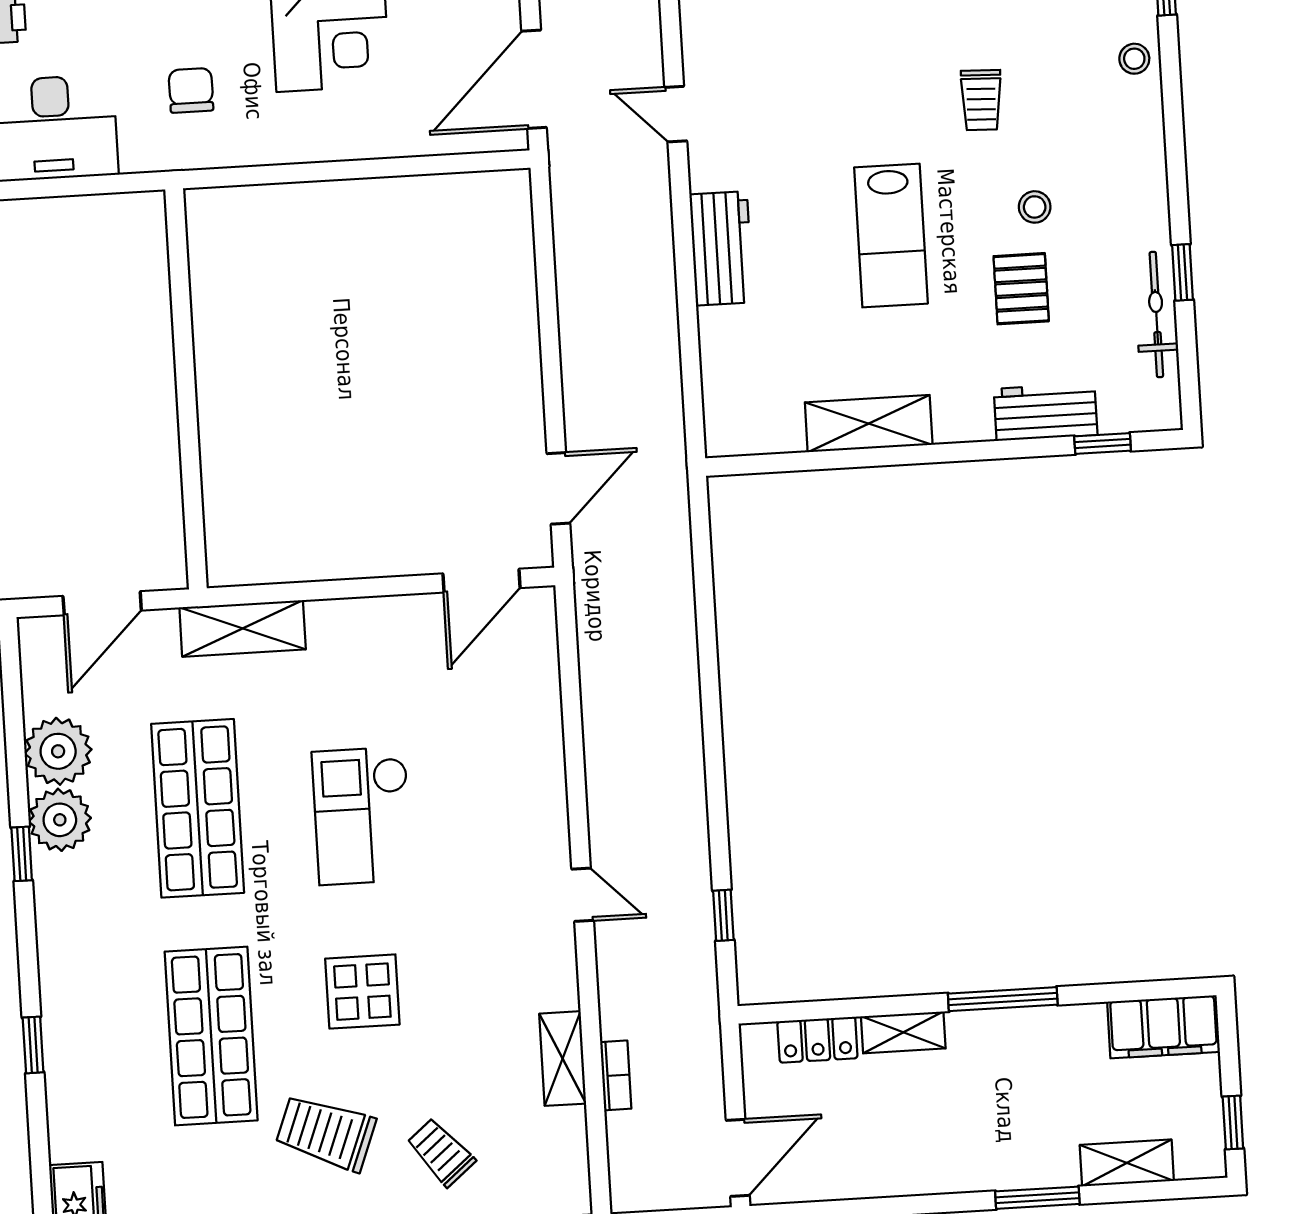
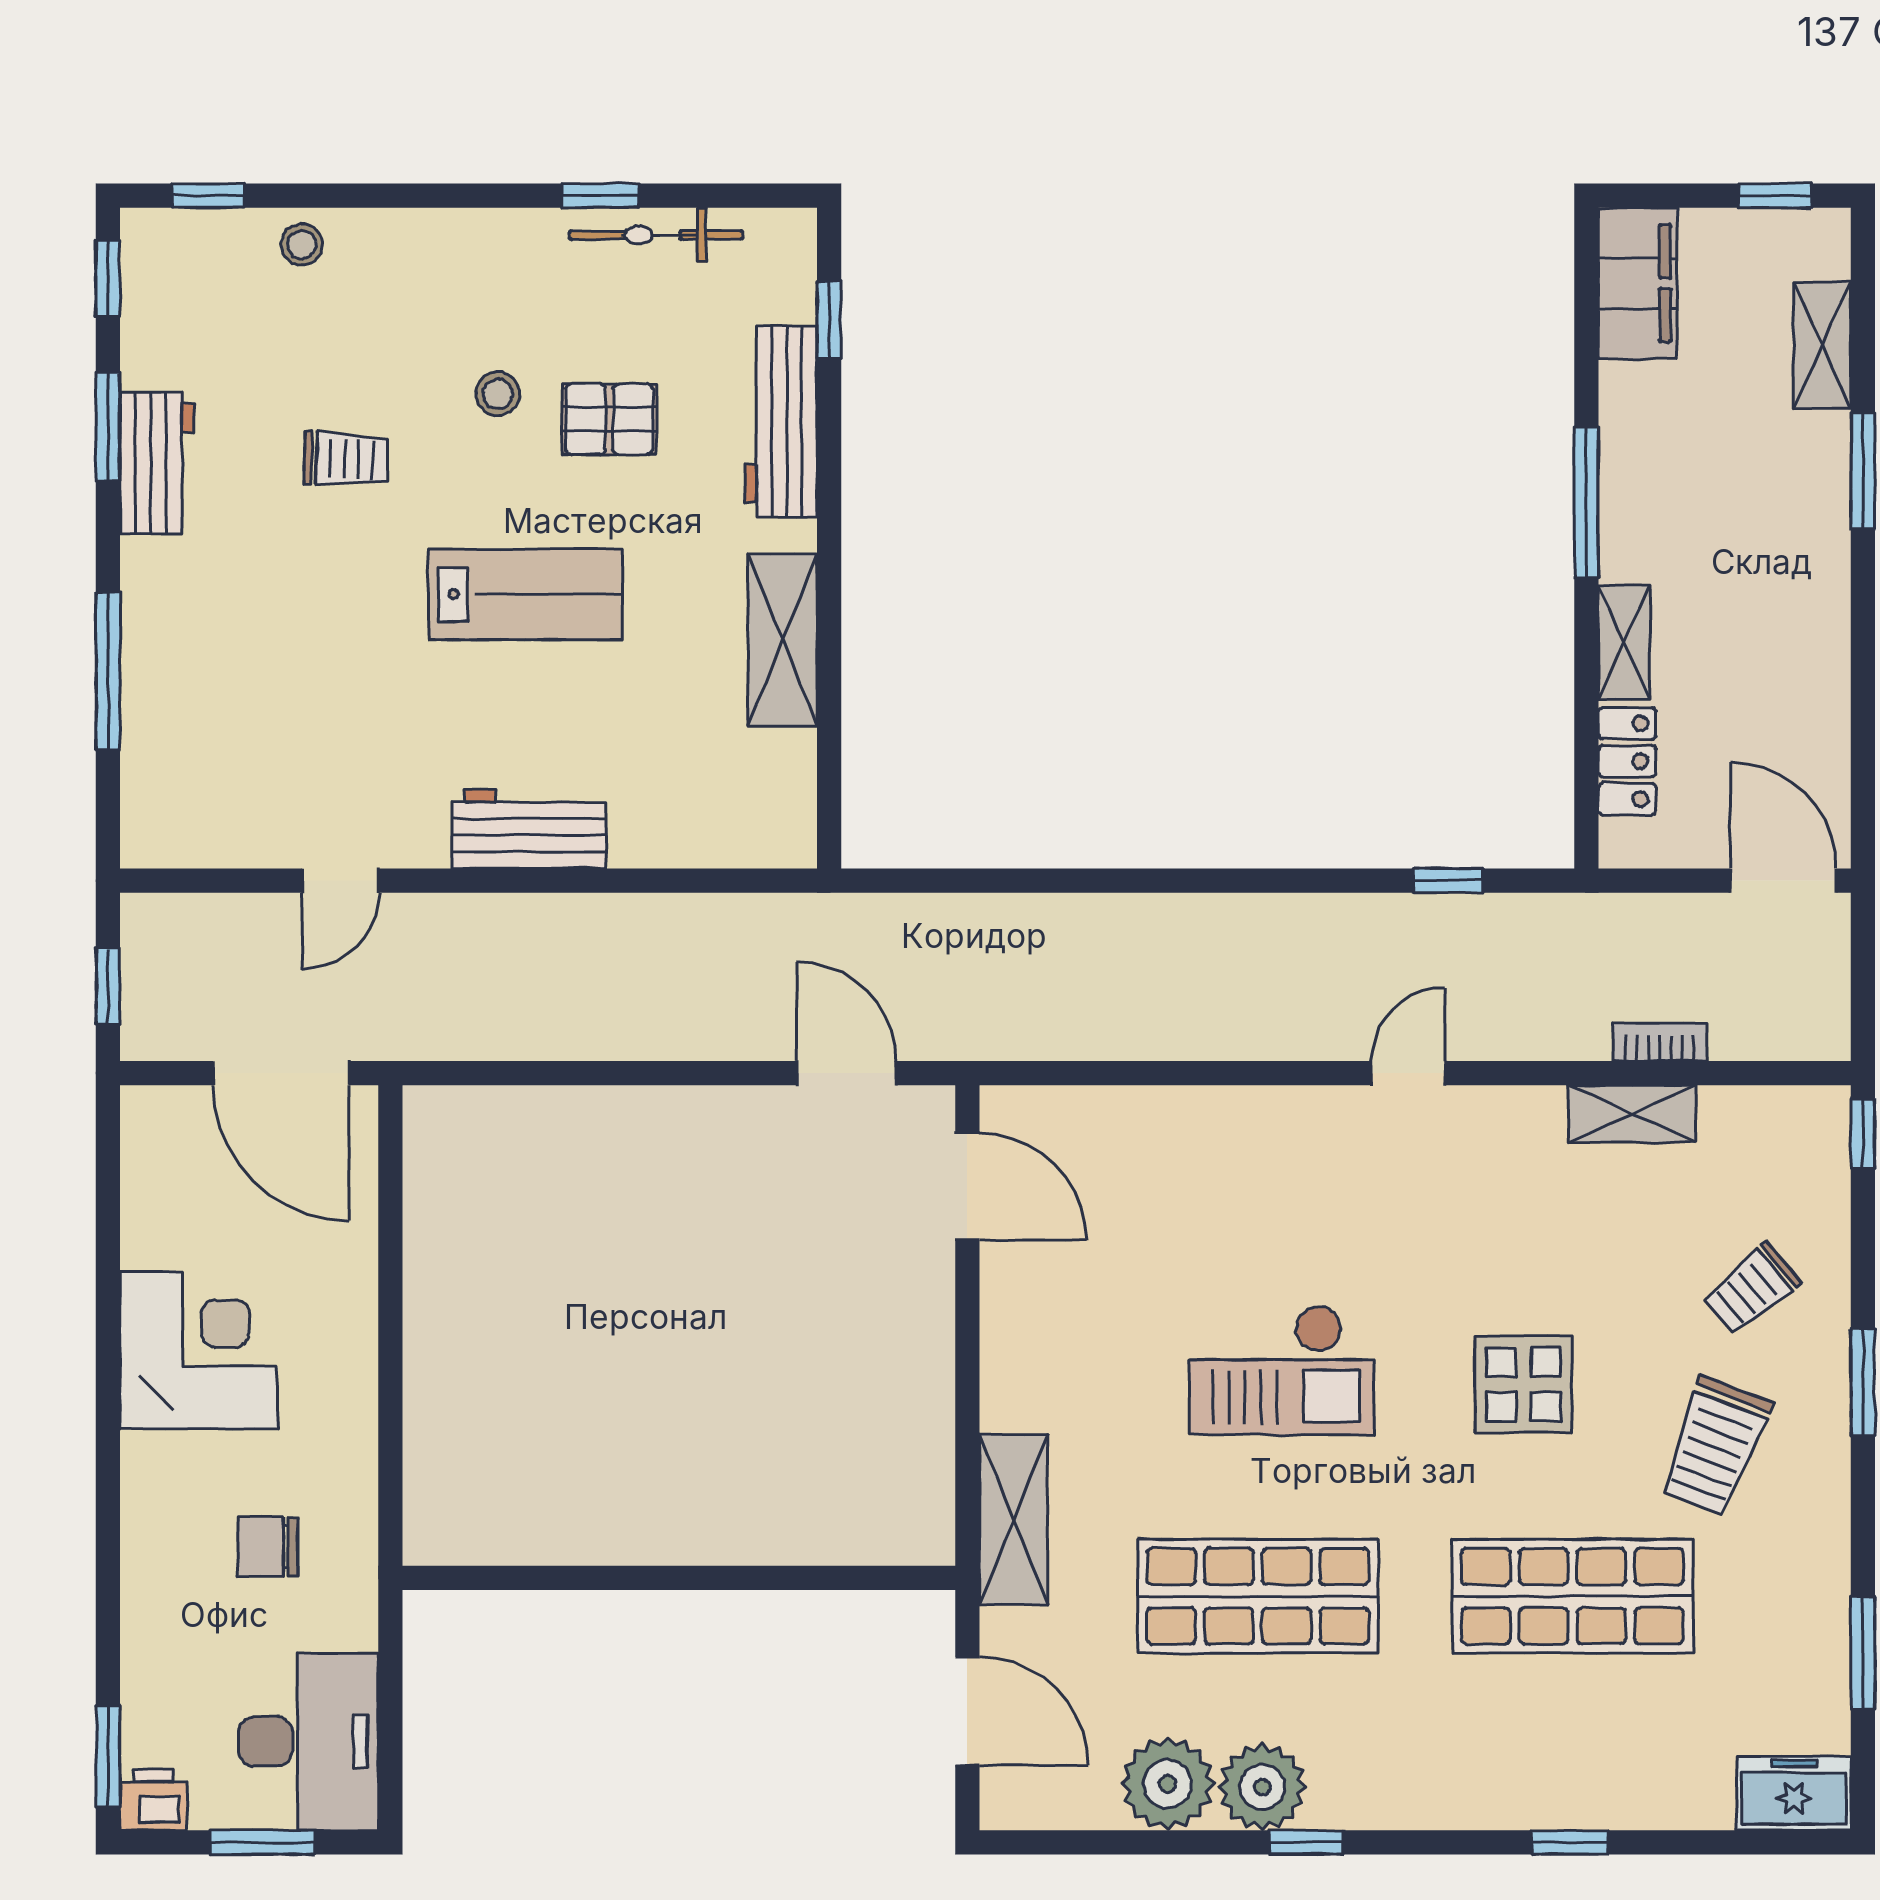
workbench: (1046, 412) -> (781, 422), width x1.38

